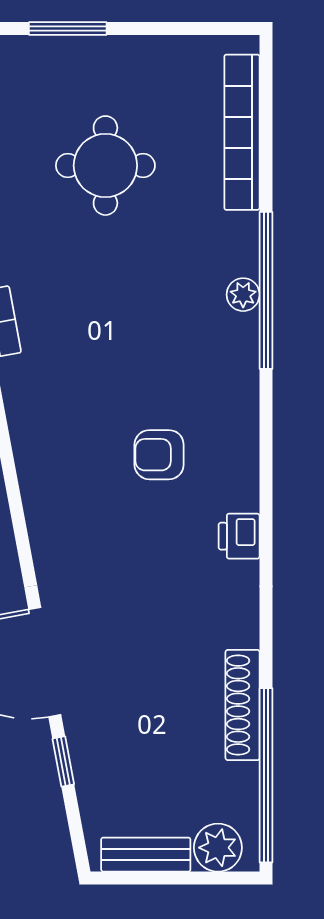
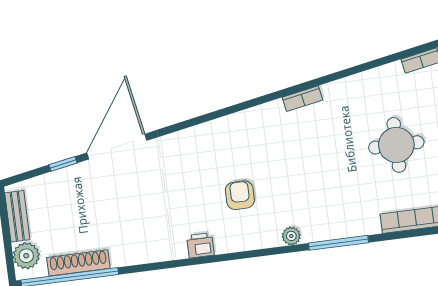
window: (266, 290) -> (339, 243), width x0.68
plant: (243, 295) -> (291, 236), moved
shoe rack: (243, 705) -> (78, 263), moved

